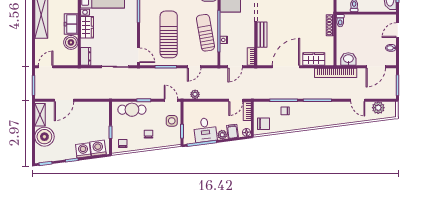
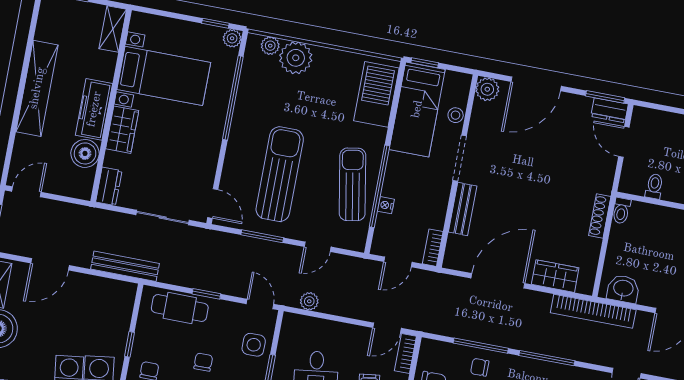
freezer: (71, 24) -> (94, 109), width x1.40
bench: (101, 94) -> (125, 266), added

